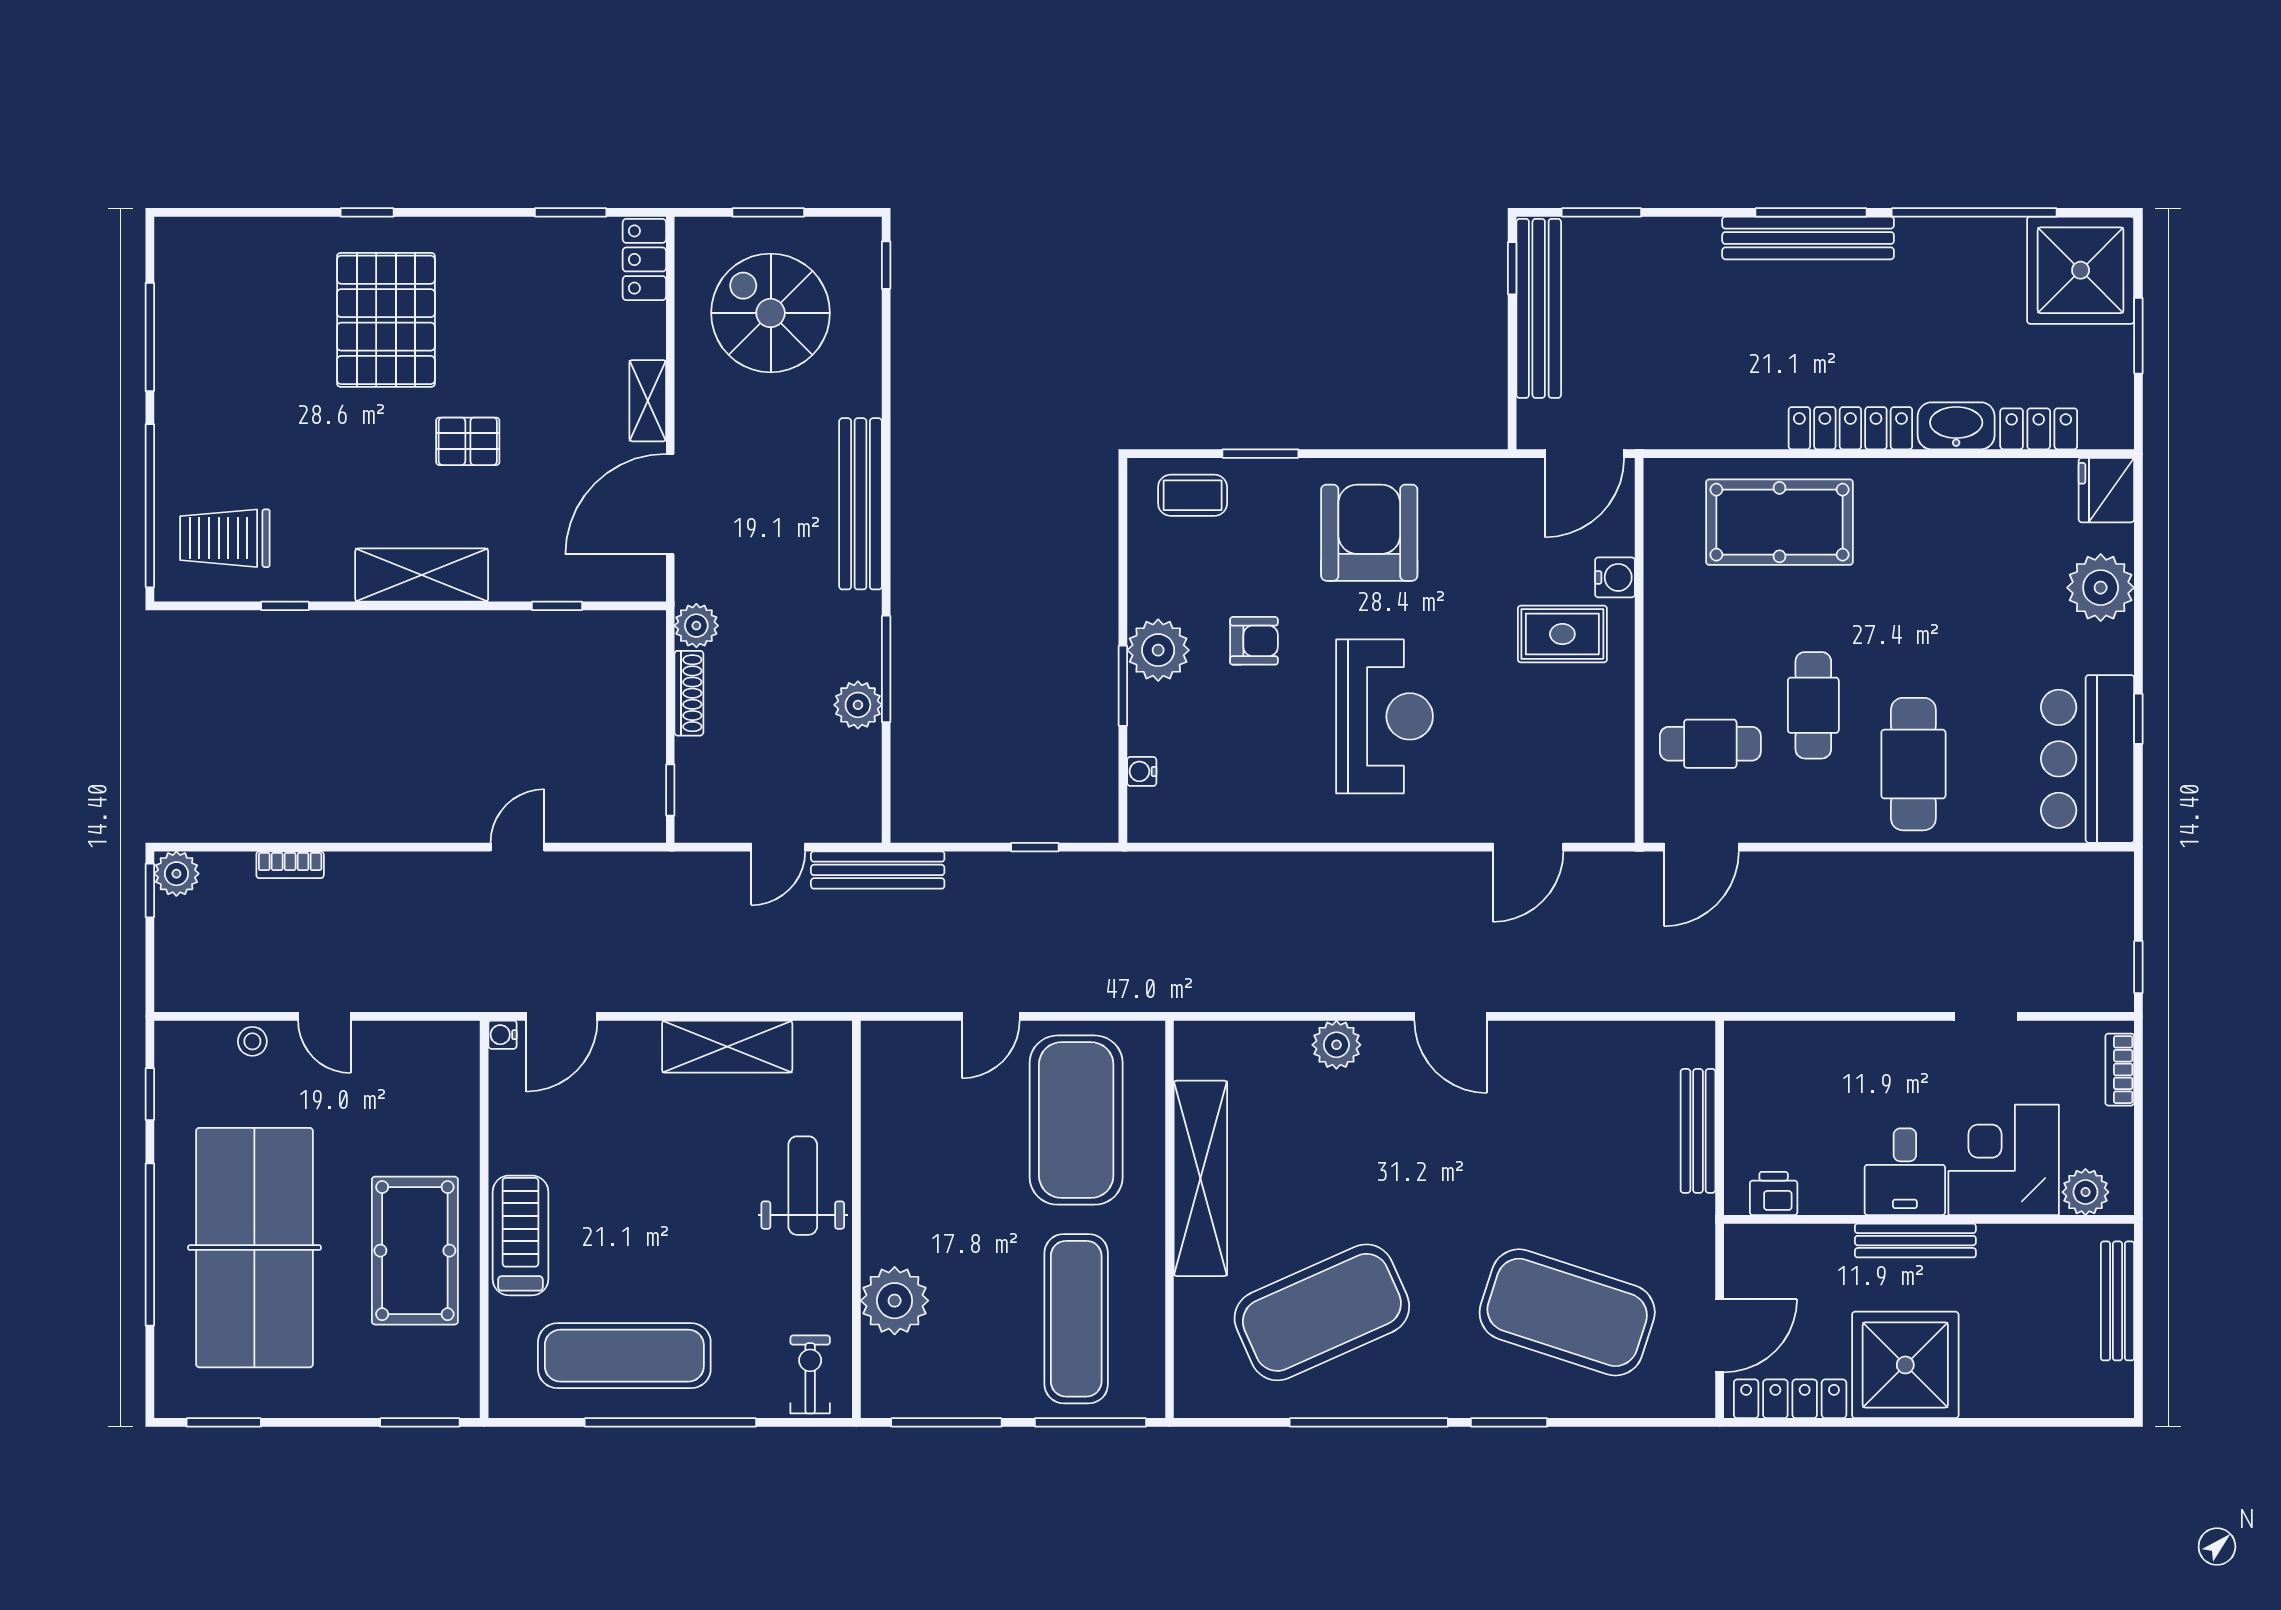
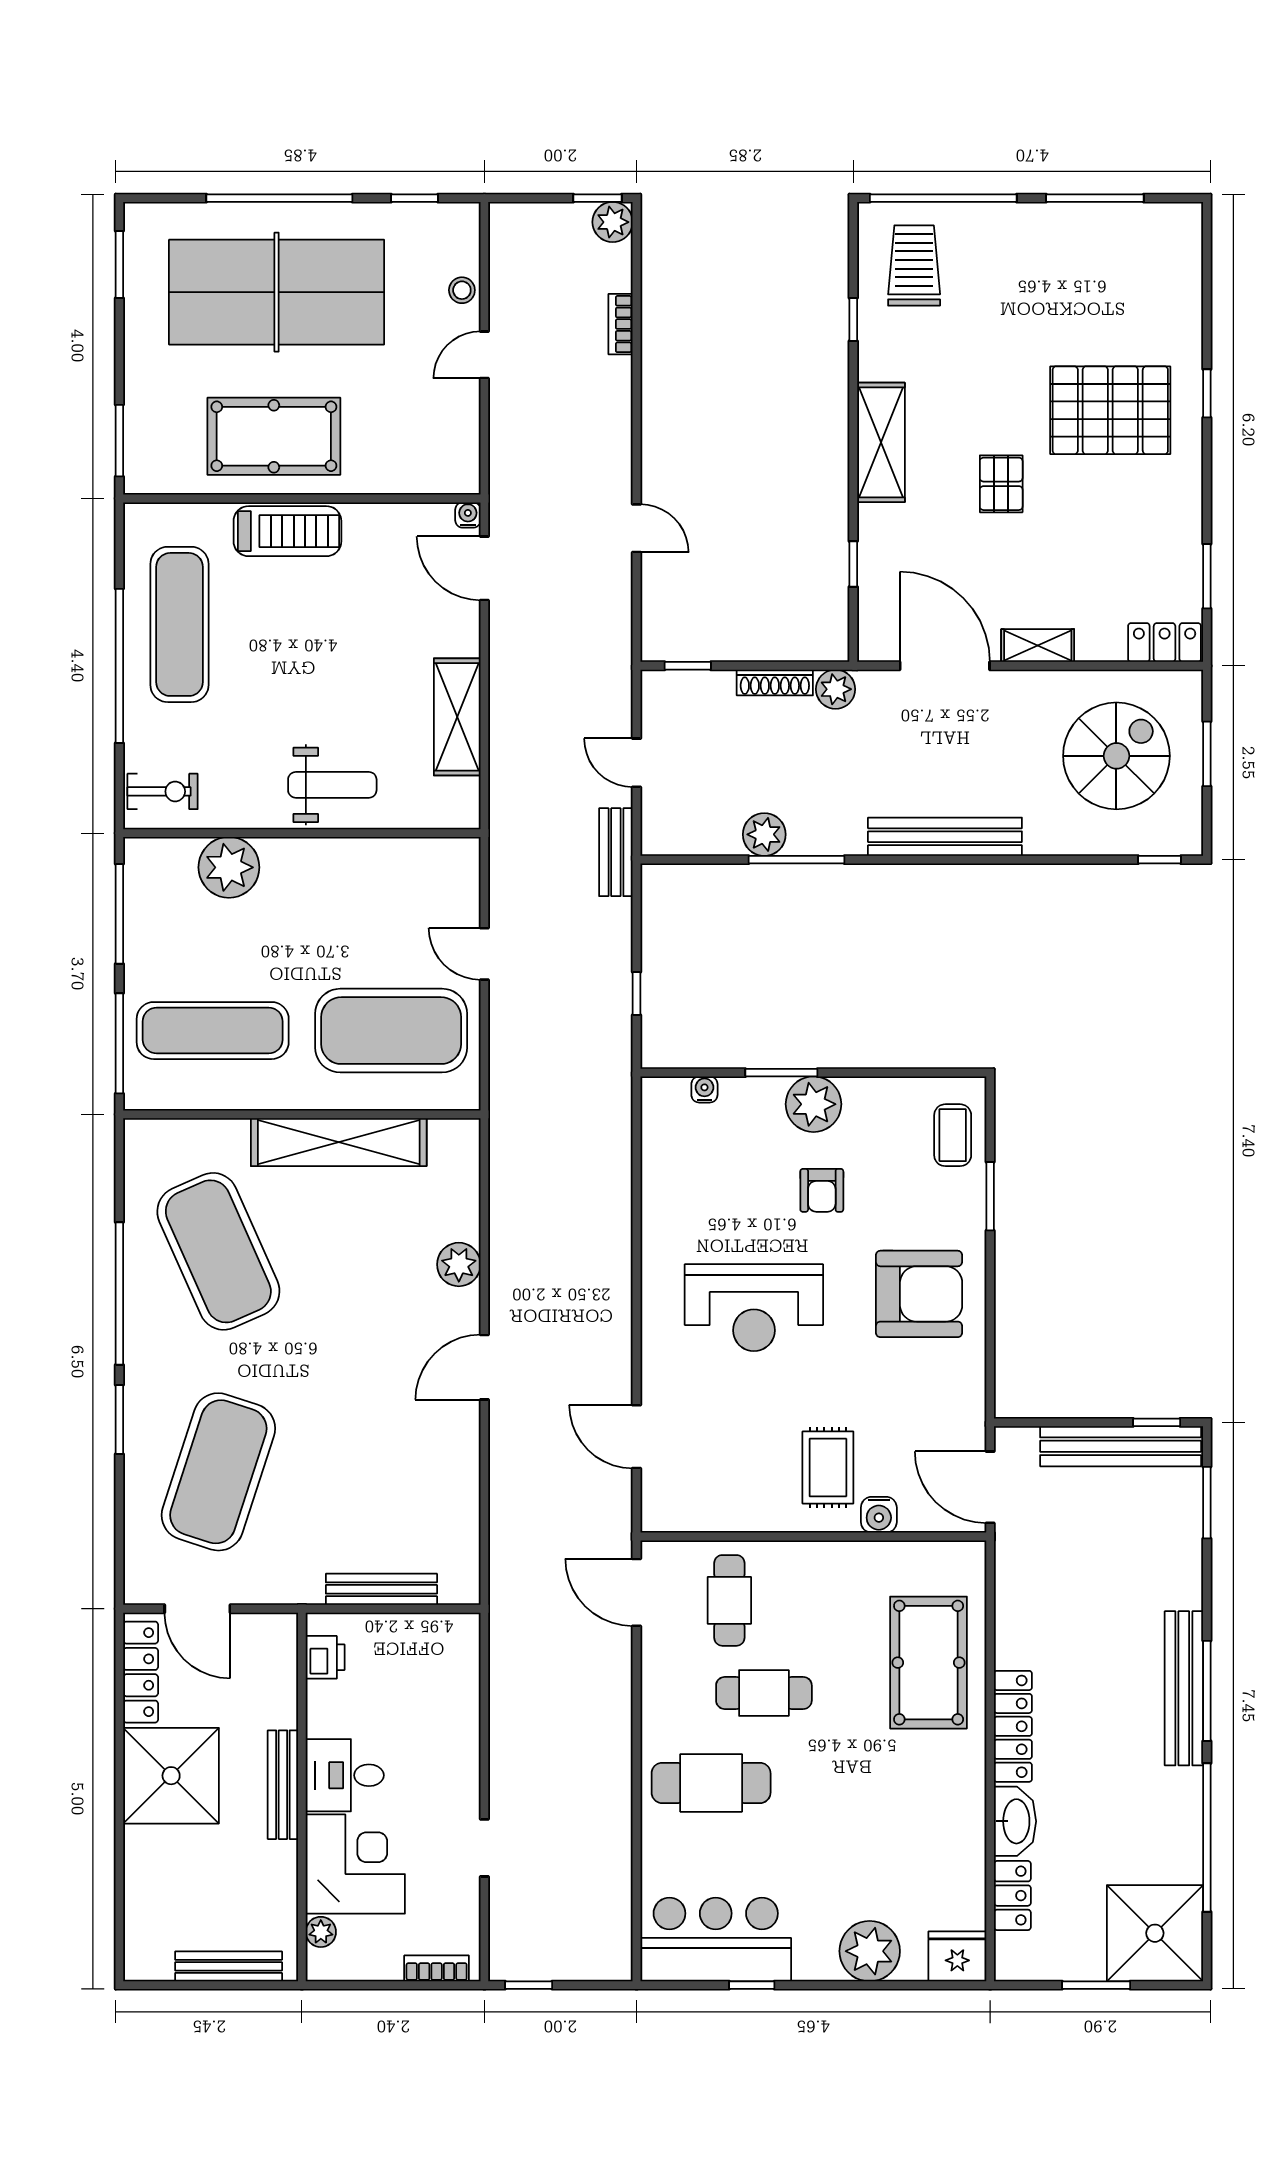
bench: (878, 870) -> (616, 852), width x0.73
plant: (2085, 1192) -> (321, 1932), width x0.73, depth x0.73

